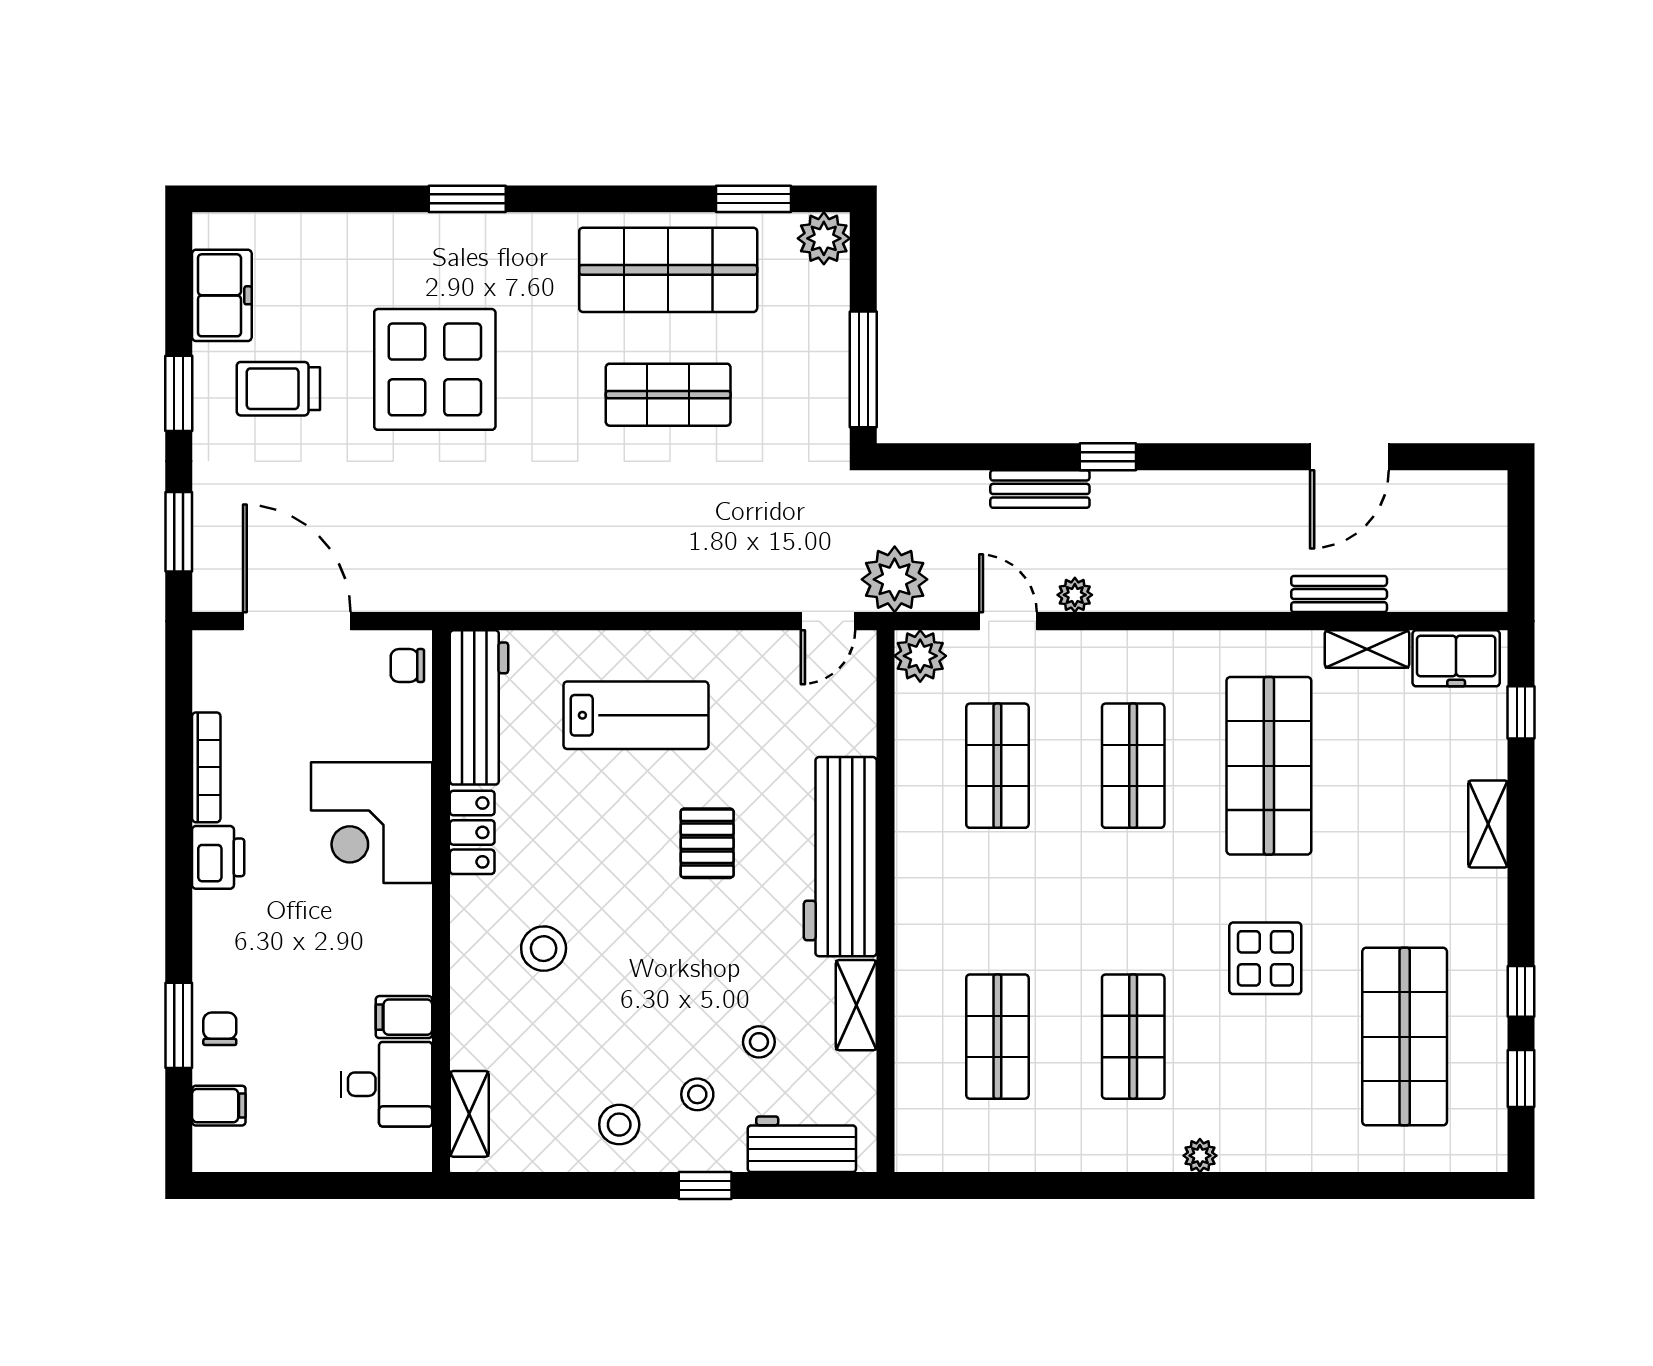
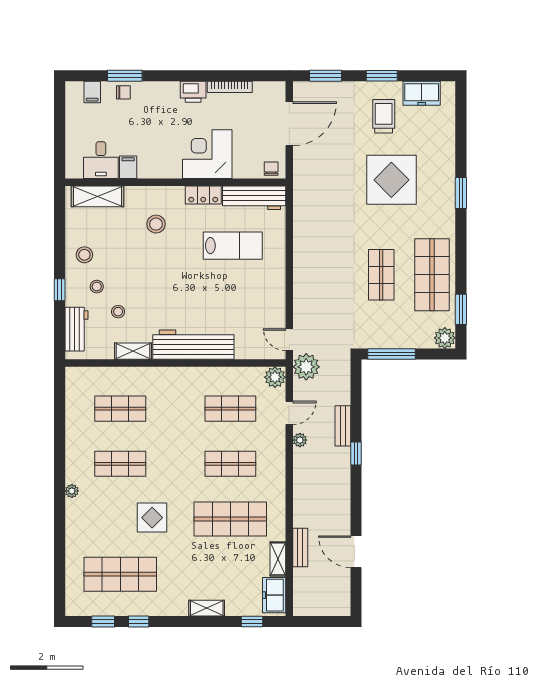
lab bench: (636, 715) -> (233, 246), moved, turned -90
pallet: (707, 843) -> (199, 291), removed
shelving: (469, 1114) -> (98, 196), width x1.50, depth x1.33

